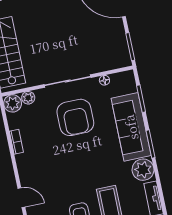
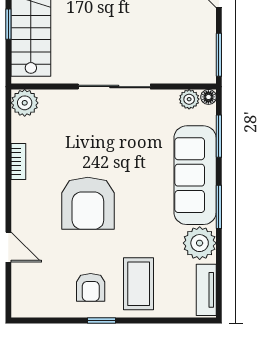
floor lamp: (104, 80) -> (208, 97), moved
plant: (28, 98) -> (189, 99), moved
armchair: (75, 117) -> (88, 203), moved

